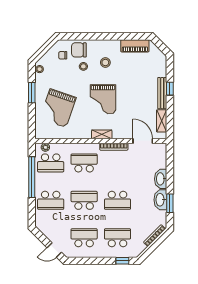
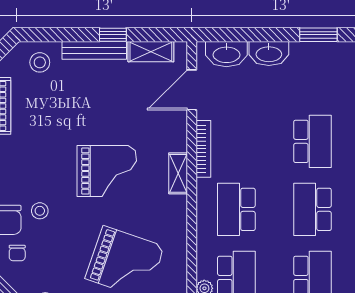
stool: (105, 63) -> (40, 62), moved
window: (170, 89) -> (113, 35), moved
washbasin: (160, 200) -> (226, 54), moved

